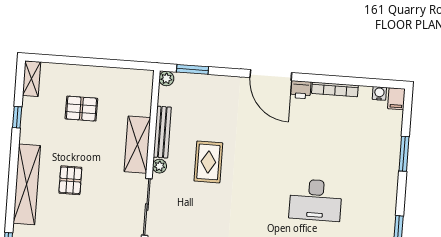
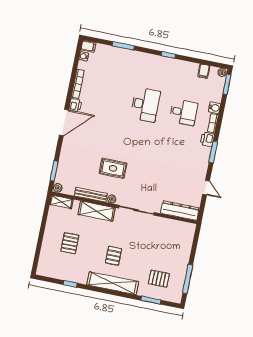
shelving: (31, 79) -> (61, 202), moved
pallet: (70, 180) -> (114, 256), turned 90

